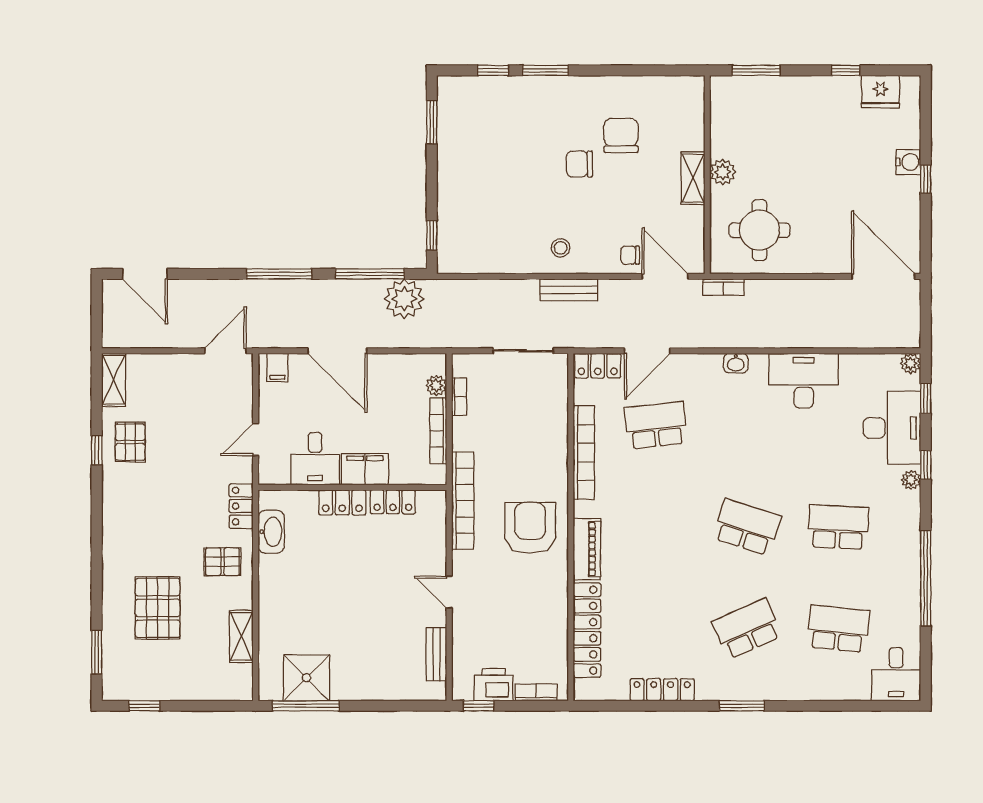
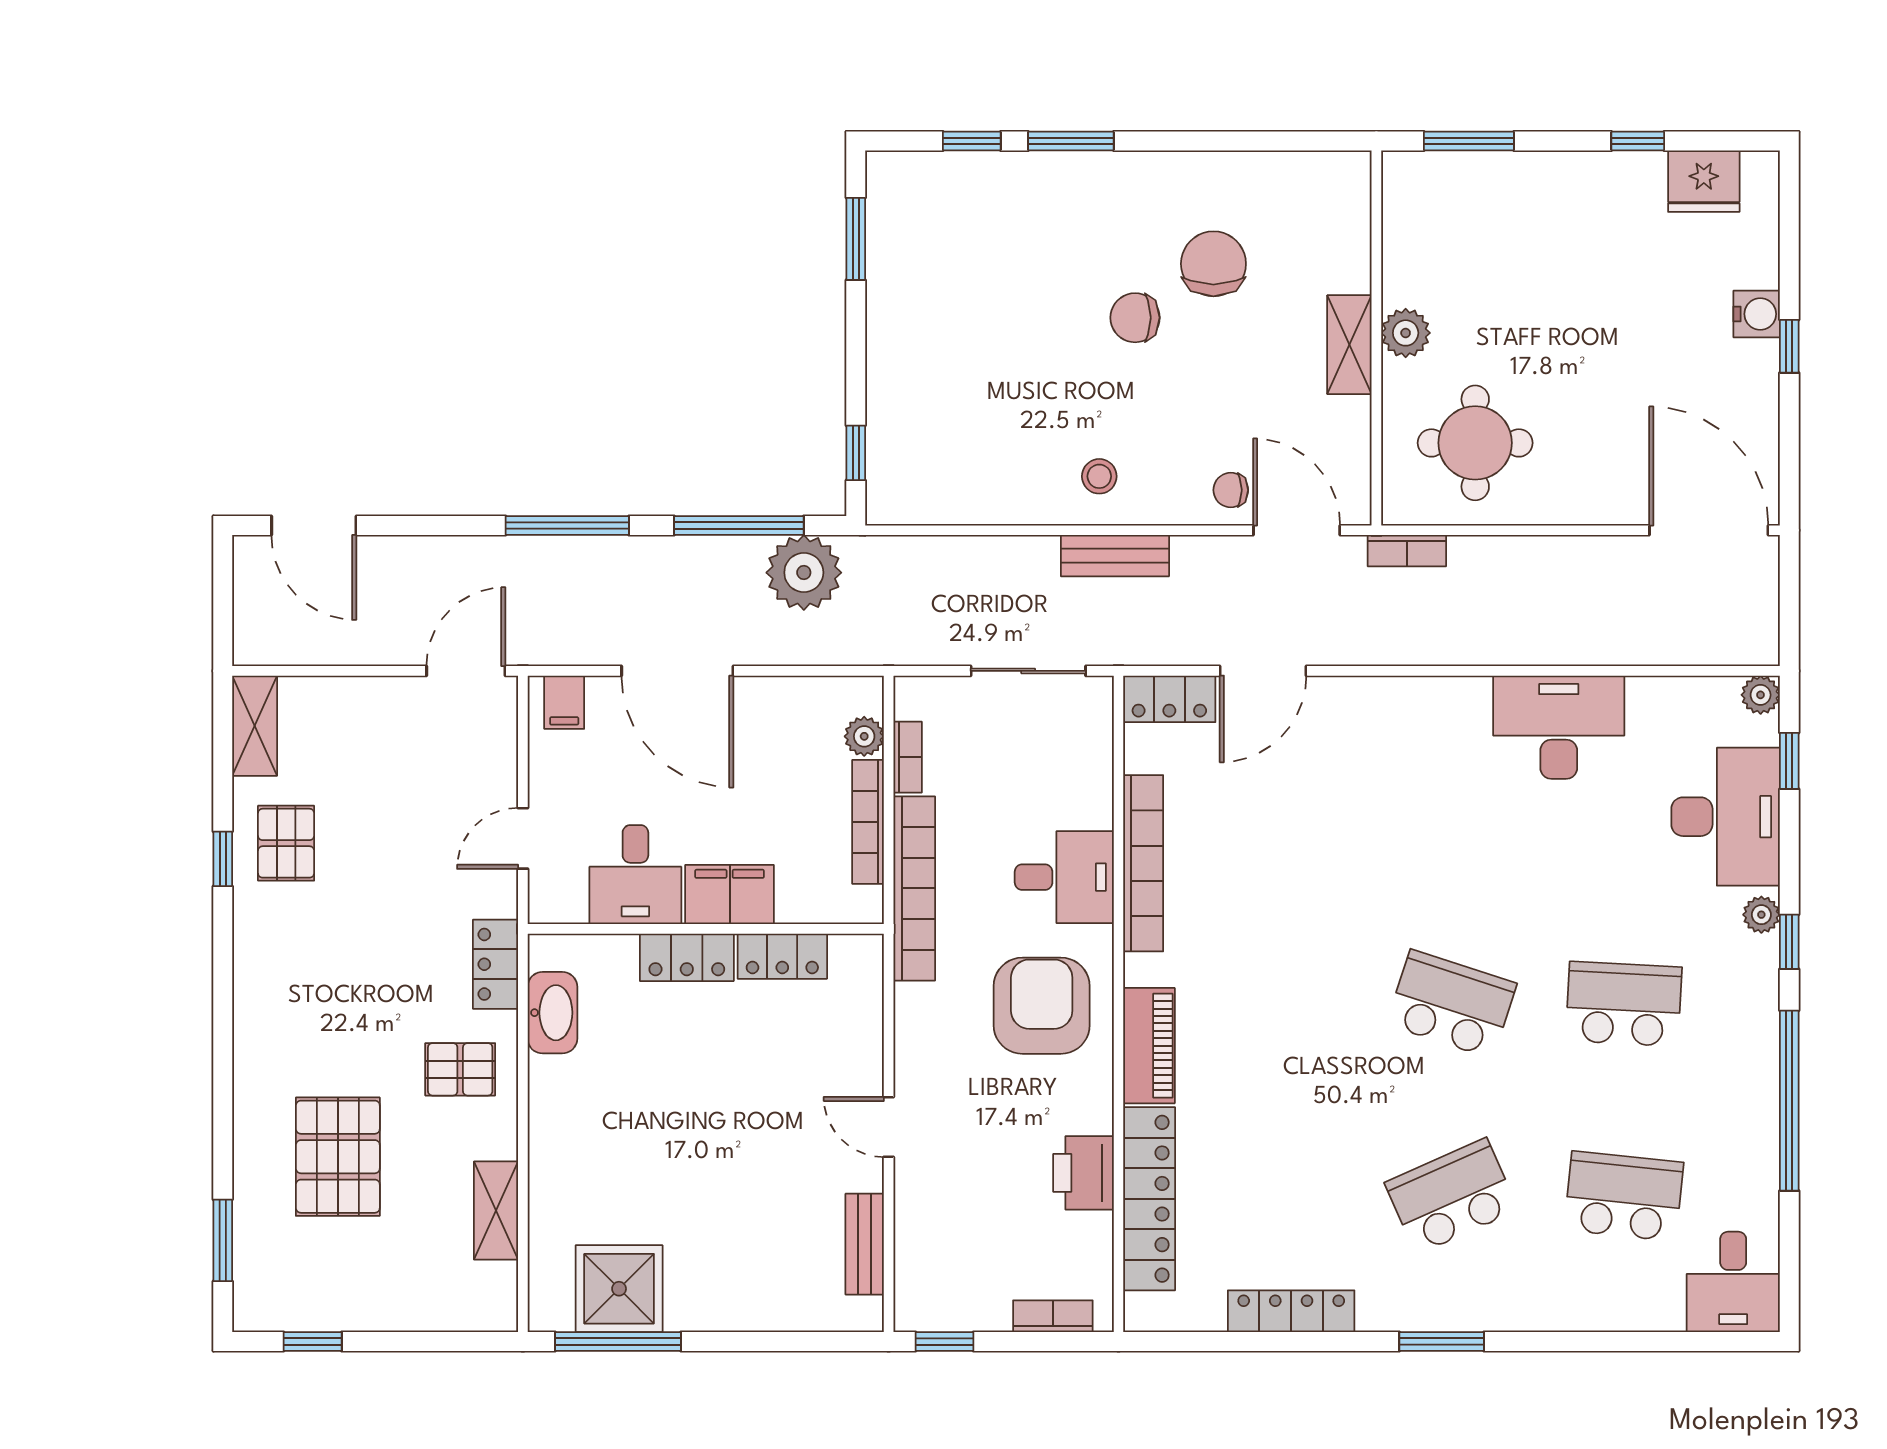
washbasin: (736, 363) -> (1430, 694), removed
school desk: (656, 425) -> (1279, 812), removed
desk: (542, 460) -> (1064, 877), added
window: (926, 465) -> (1789, 942), moved
bookcase: (463, 501) -> (914, 888), moved
printer: (494, 685) -> (1083, 1173), moved, turned -90

